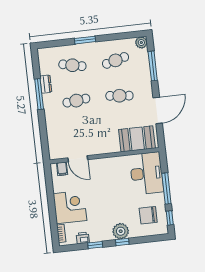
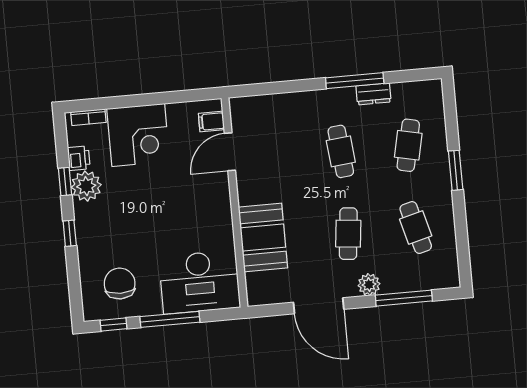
plant: (141, 43) -> (369, 285), moved
booth: (137, 139) -> (263, 238), moved
plant: (121, 231) -> (86, 186), moved

